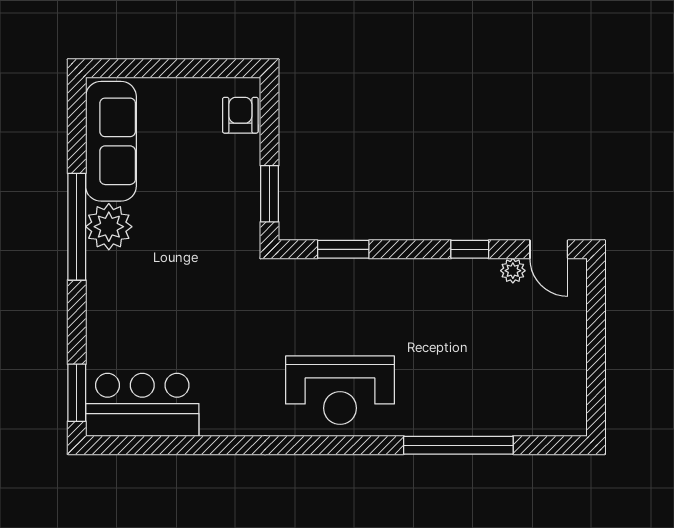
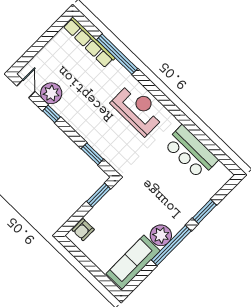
plant: (513, 271) -> (51, 93), width x1.87, depth x1.87
window: (77, 393) -> (205, 212), moved
bar counter: (142, 405) -> (191, 152), moved
row of seats: (521, 421) -> (89, 42), added

